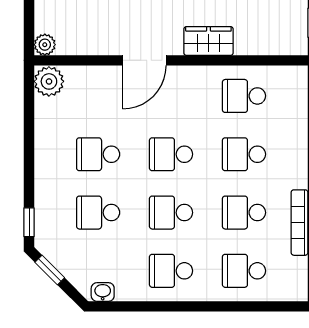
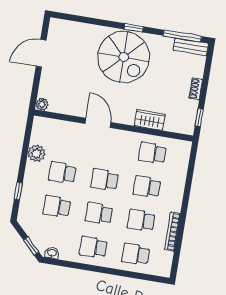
wardrobe: (208, 41) -> (150, 120), moved
door: (144, 60) -> (98, 123), swing flipped
plant: (49, 81) -> (36, 153), moved
window: (29, 222) -> (18, 191), moved
window: (50, 270) -> (31, 246), moved

